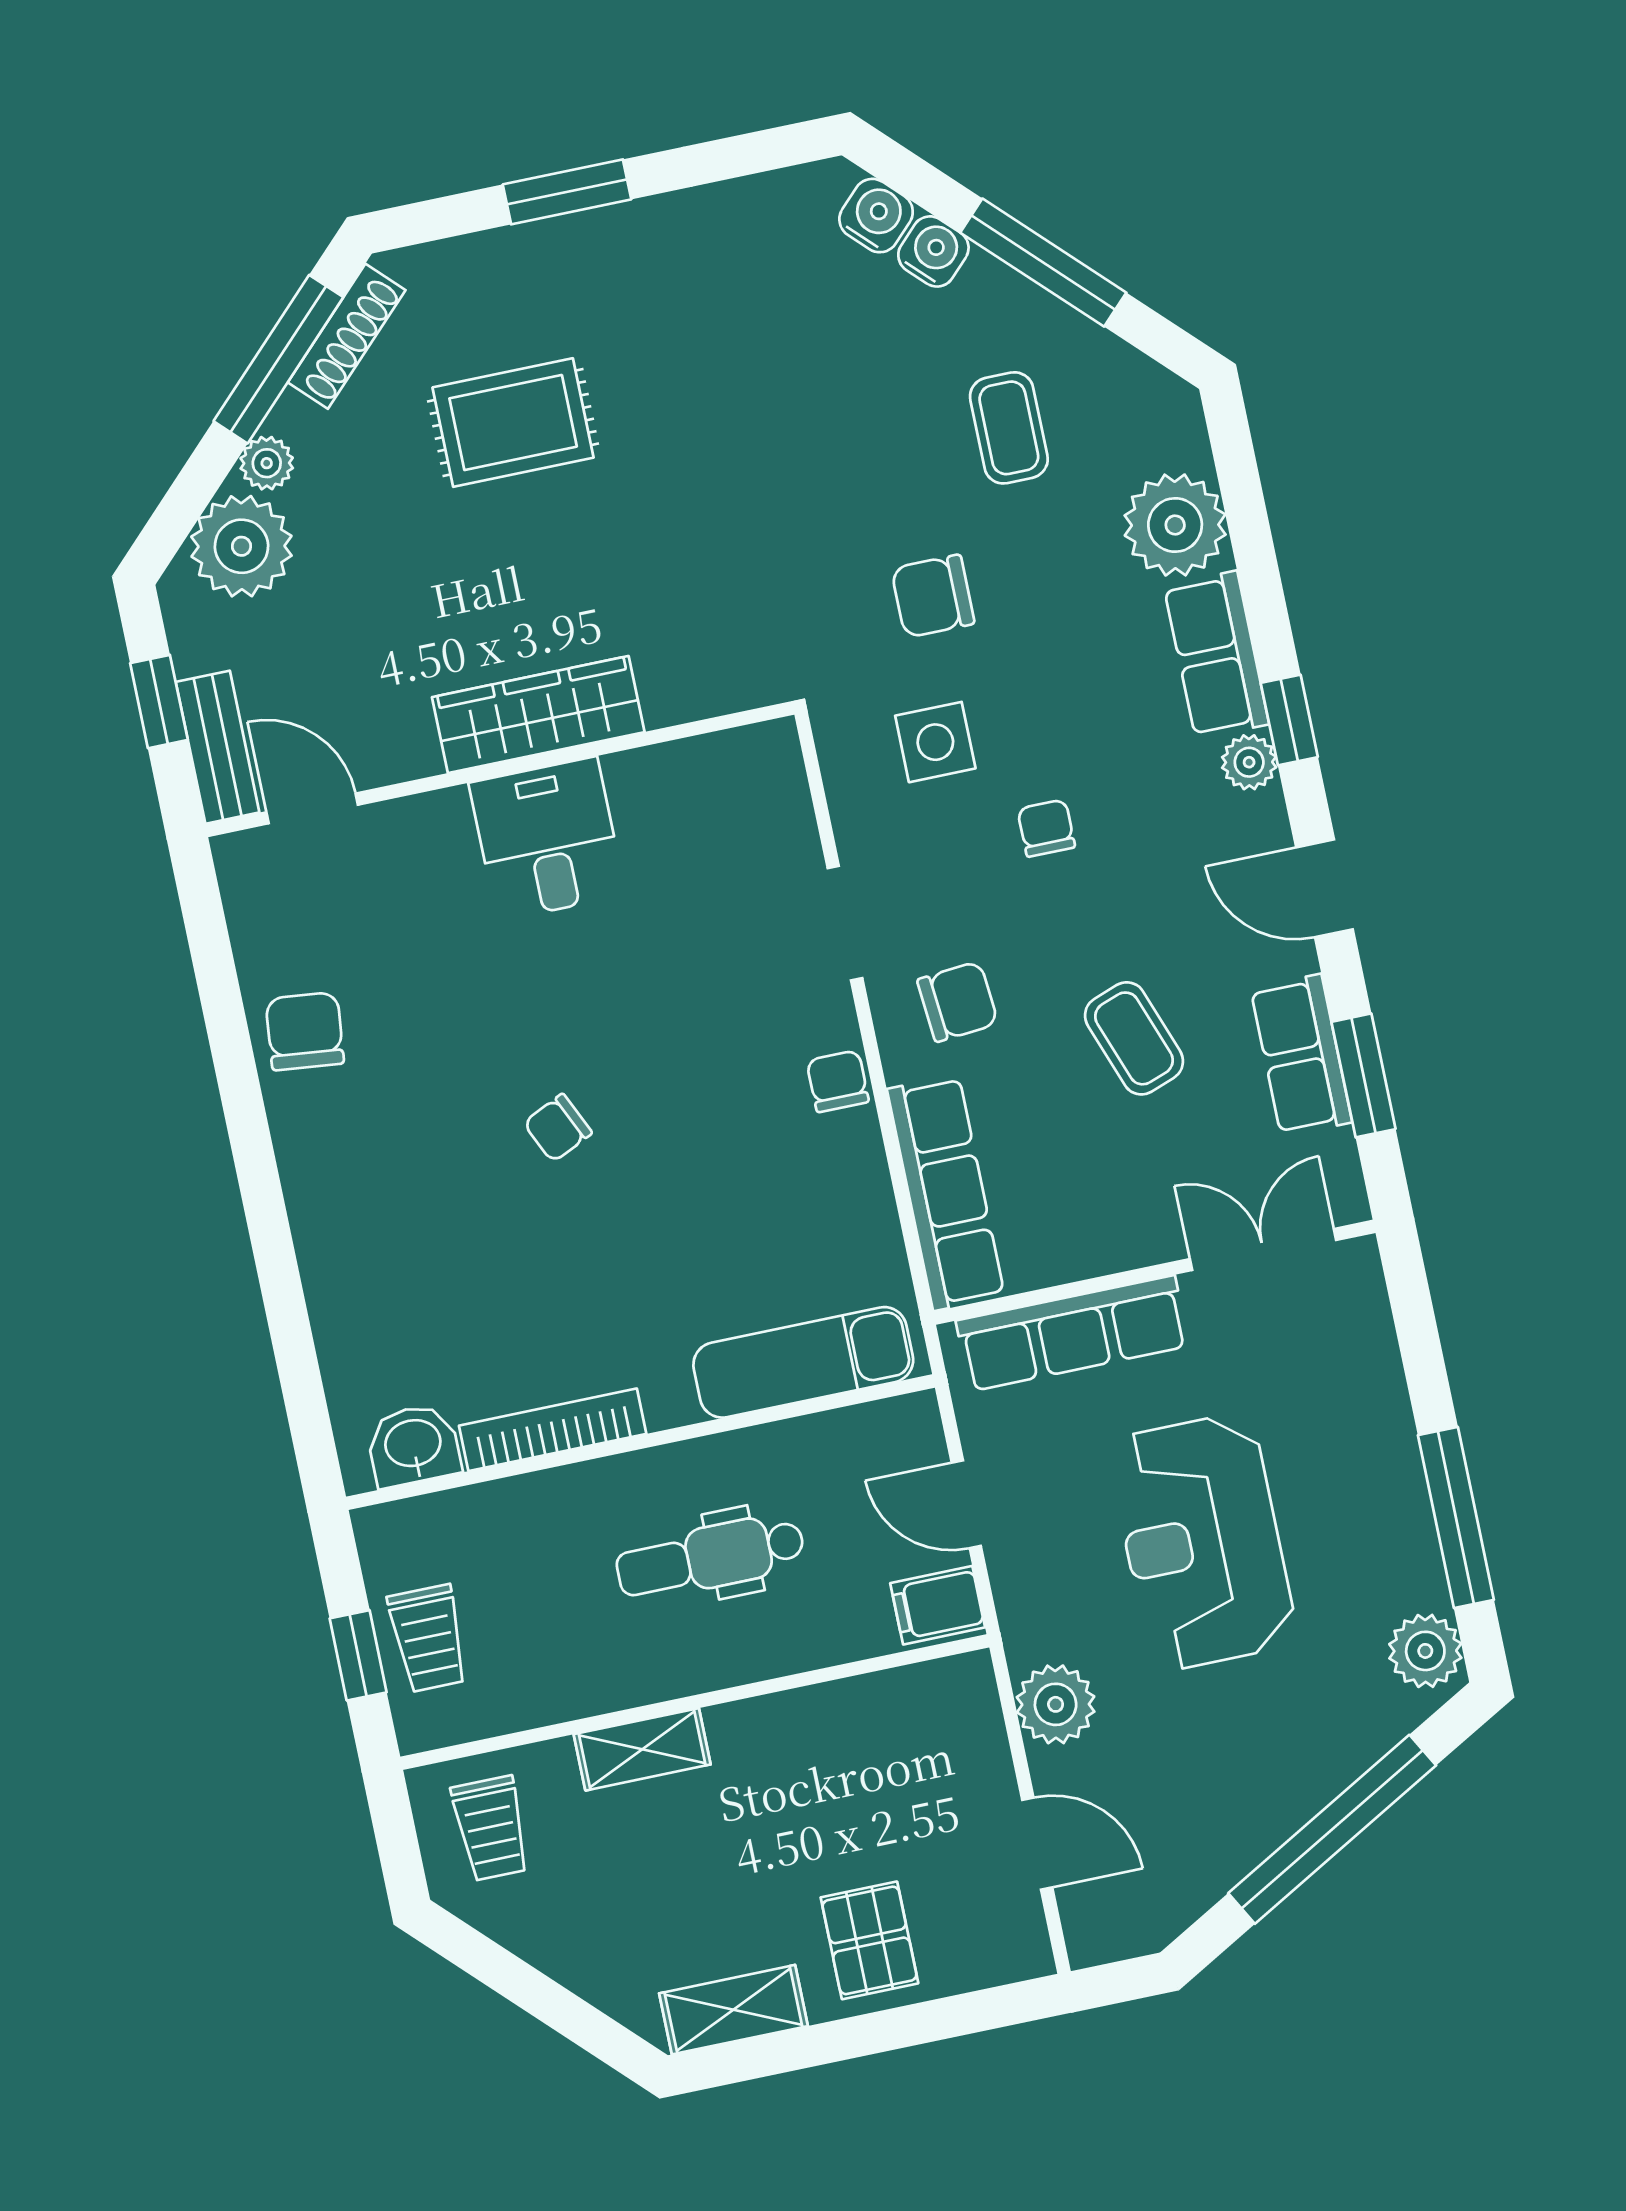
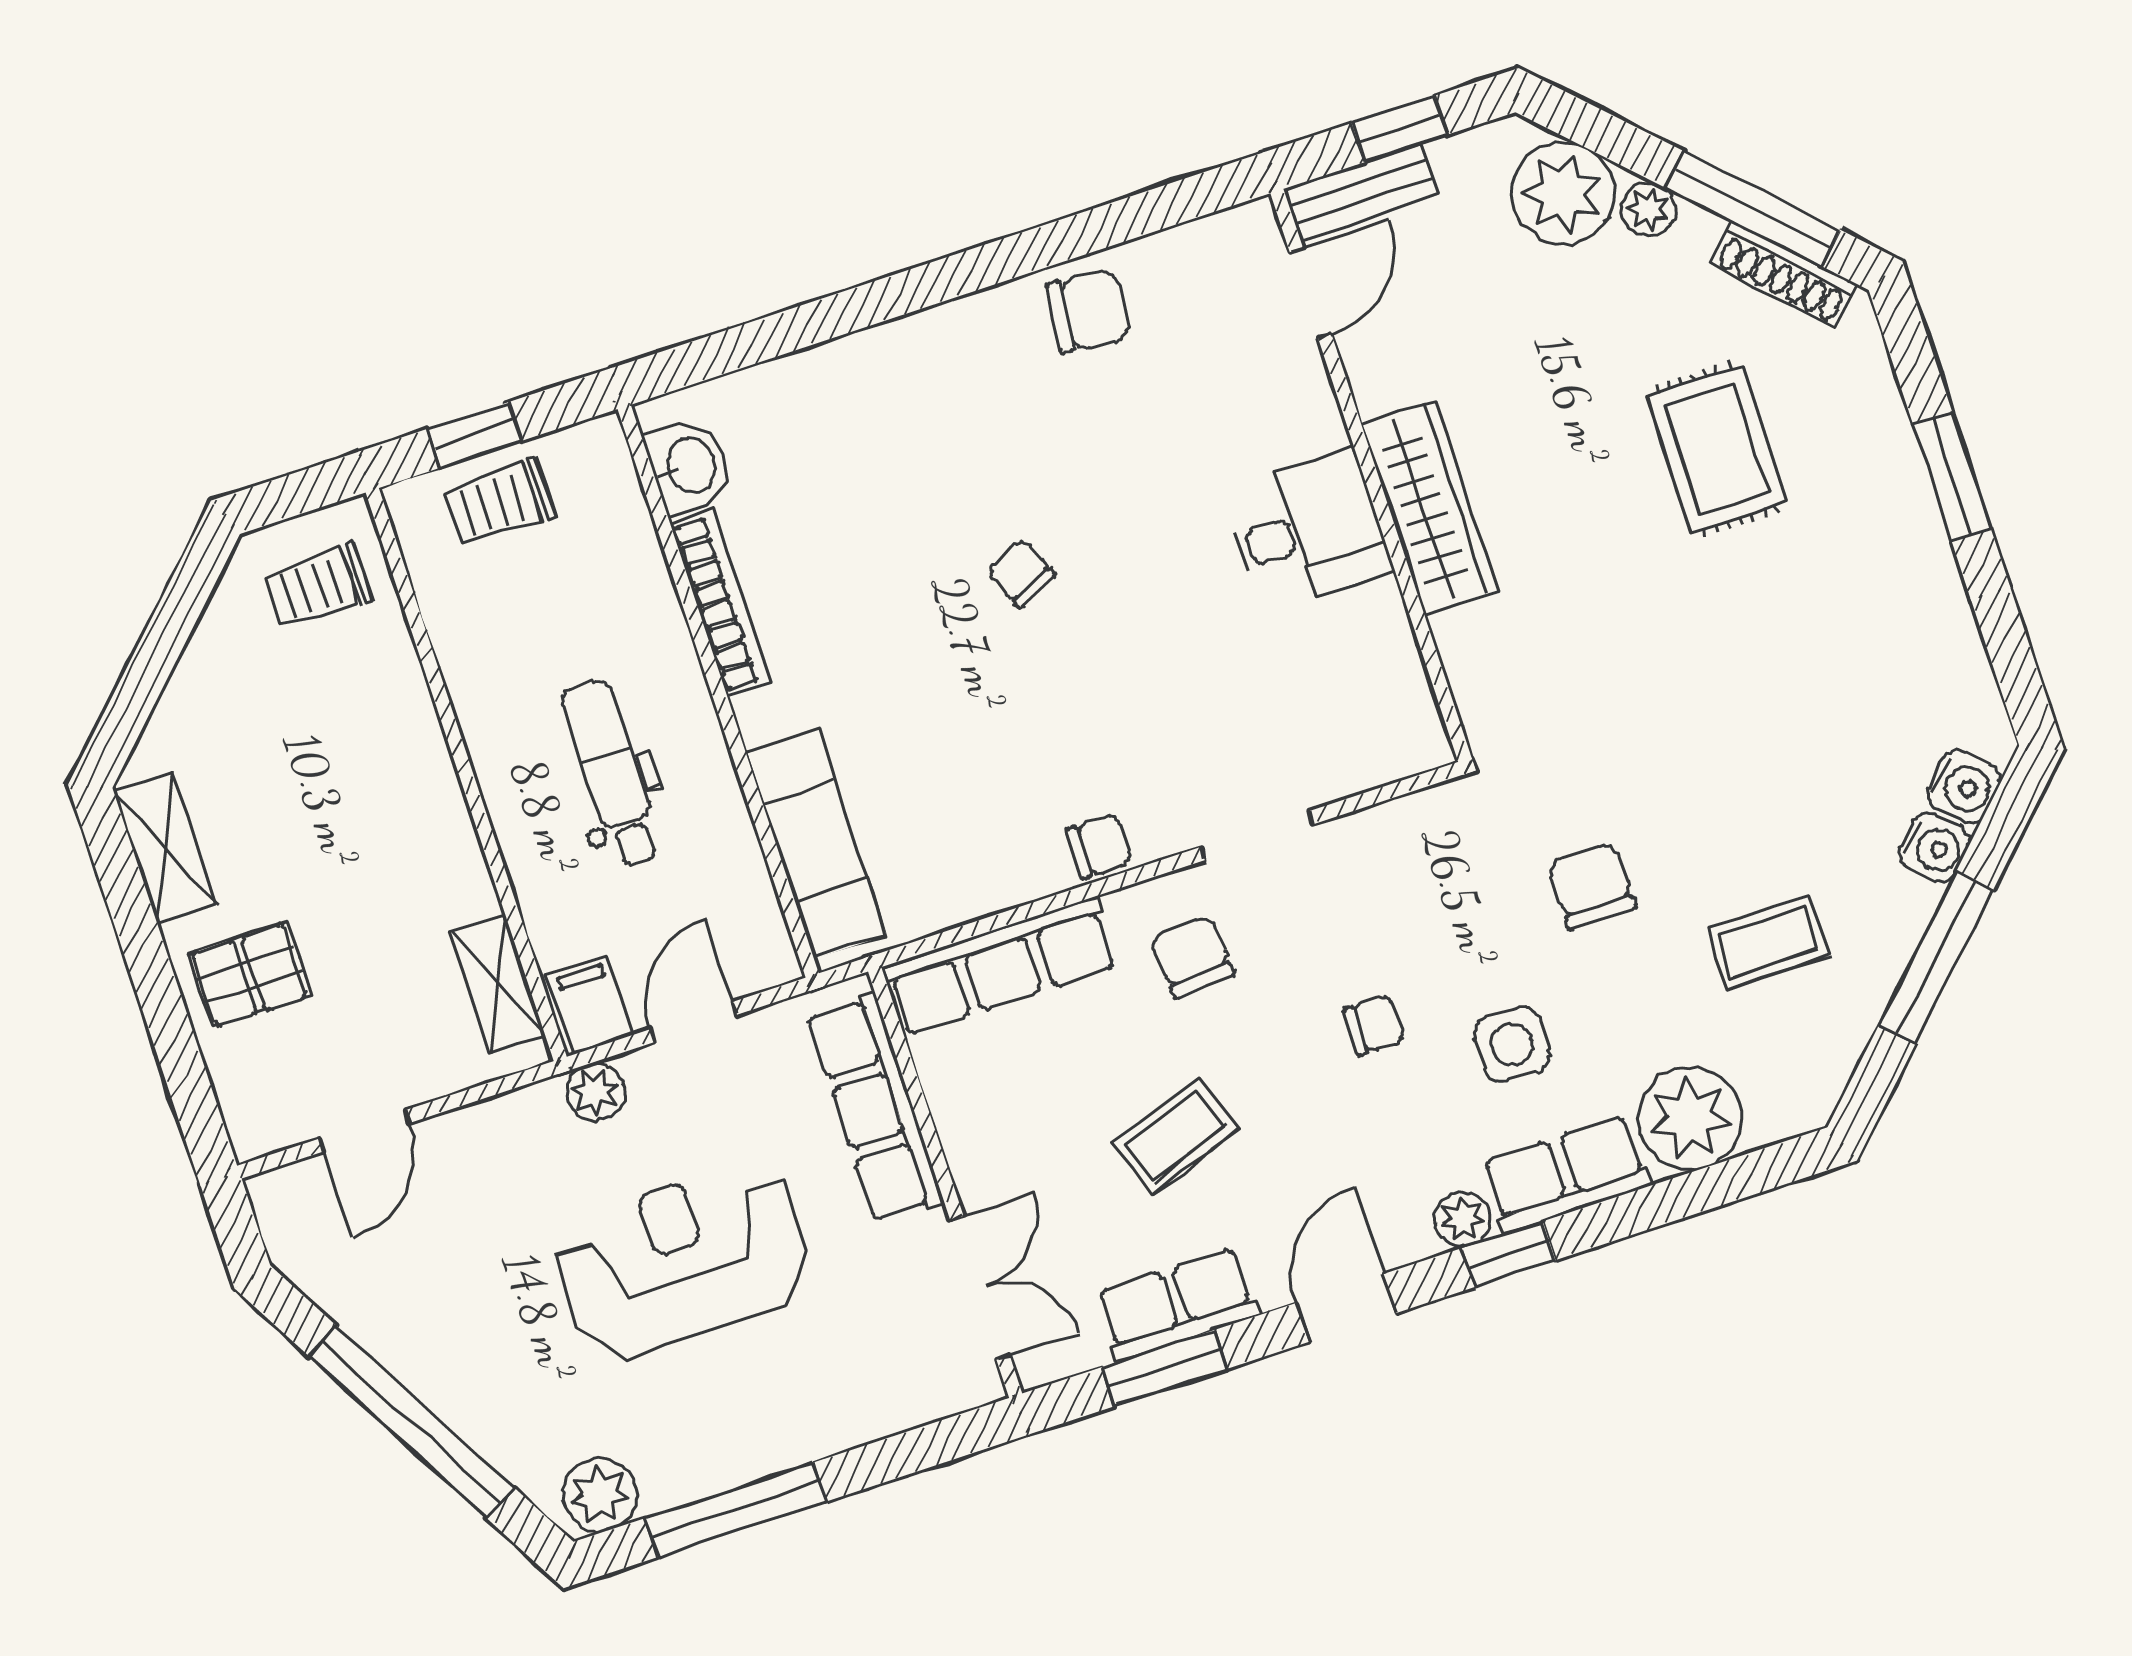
side table: (935, 742) -> (1512, 1044), moved
chair: (958, 1002) -> (1192, 957), turned 180
plant: (1056, 1704) -> (595, 1092), moved, width x0.73, depth x0.73
shelving: (642, 1749) -> (497, 983), moved

